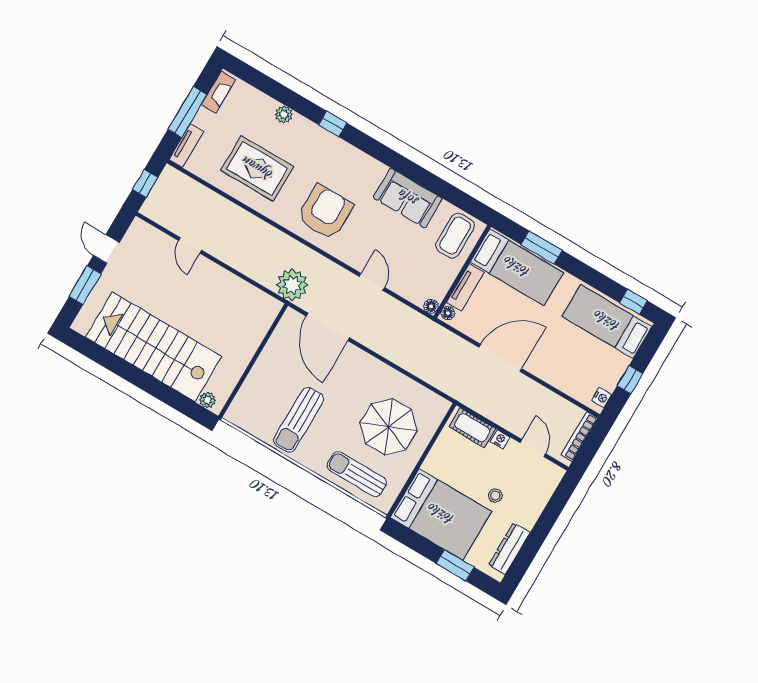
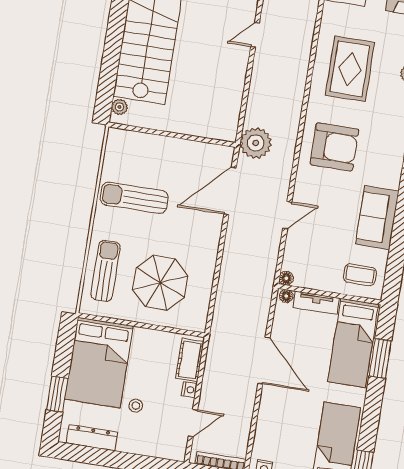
coffee table: (455, 236) -> (360, 275), width x0.73, depth x0.77

